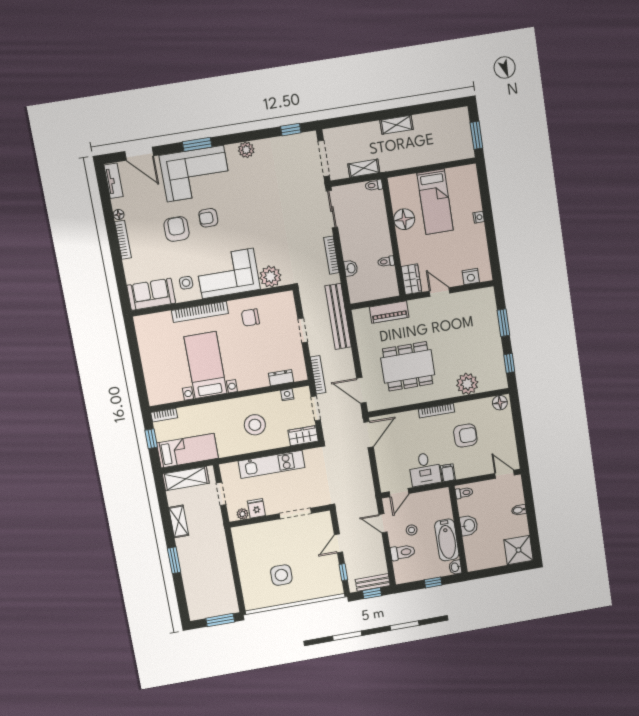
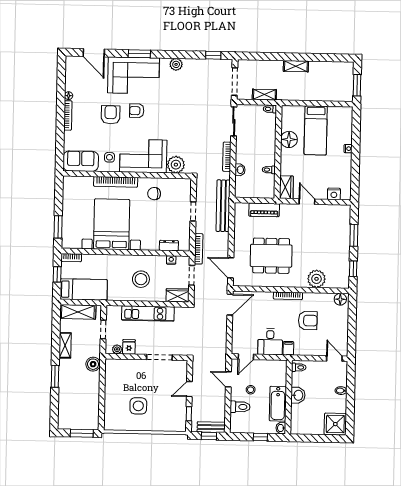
tv unit: (114, 181) -> (70, 70), removed
bed with nightstands: (206, 365) -> (112, 224), width x1.36
window: (140, 381) -> (58, 227), added
boiler: (217, 537) -> (93, 364), added

